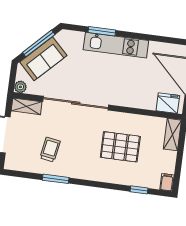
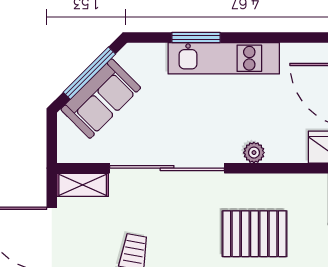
plant: (20, 87) -> (254, 153), moved

